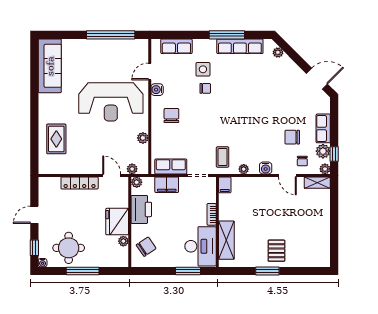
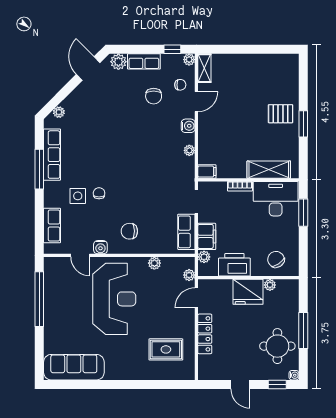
rug: (56, 139) -> (166, 349), moved
plant: (323, 151) -> (118, 62), moved
coffee table: (223, 157) -> (176, 174), removed
plant: (137, 182) -> (204, 257), moved

